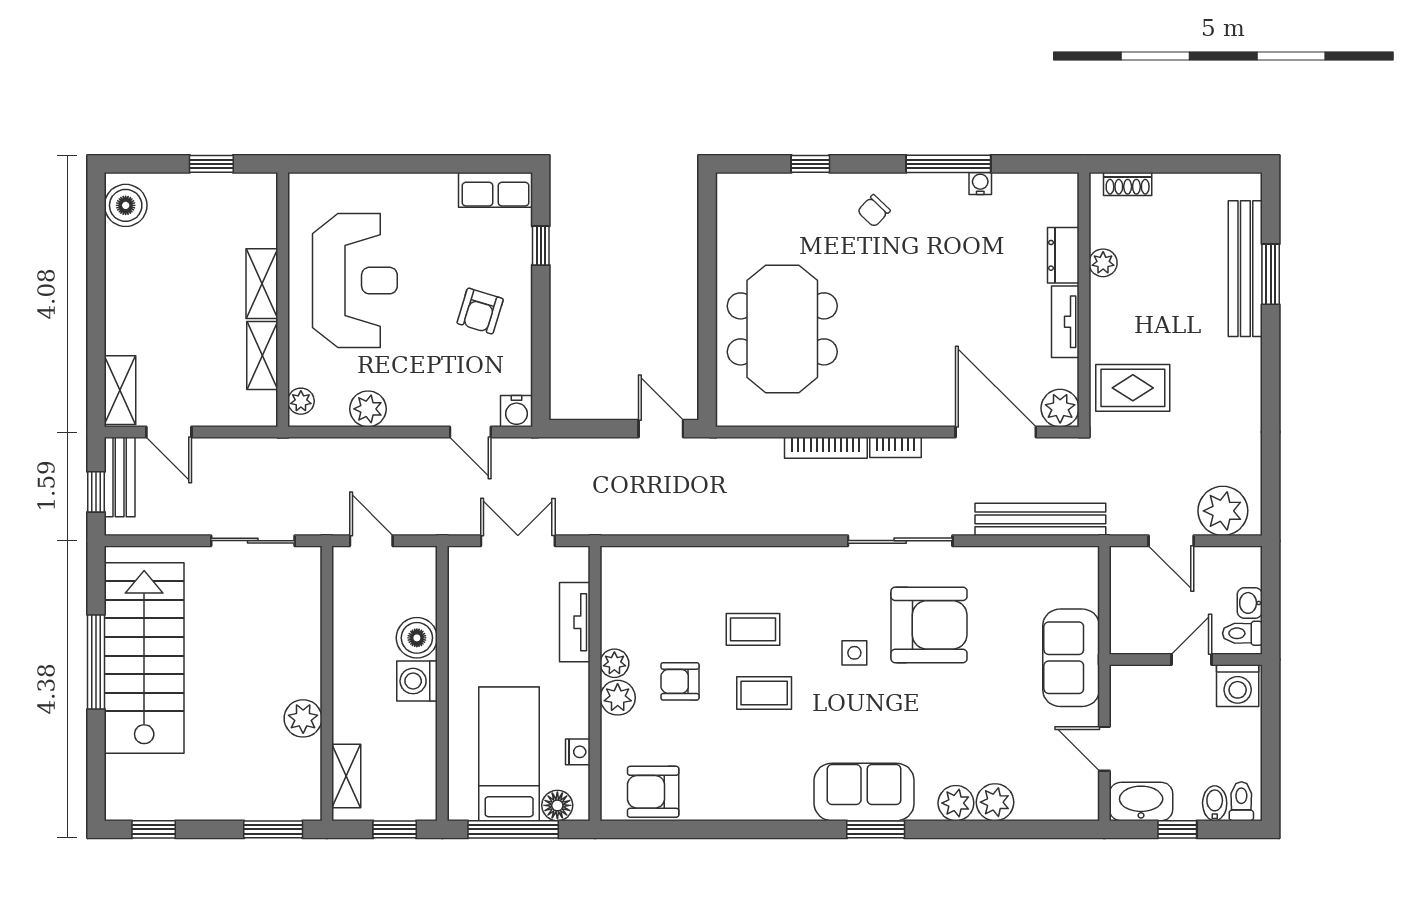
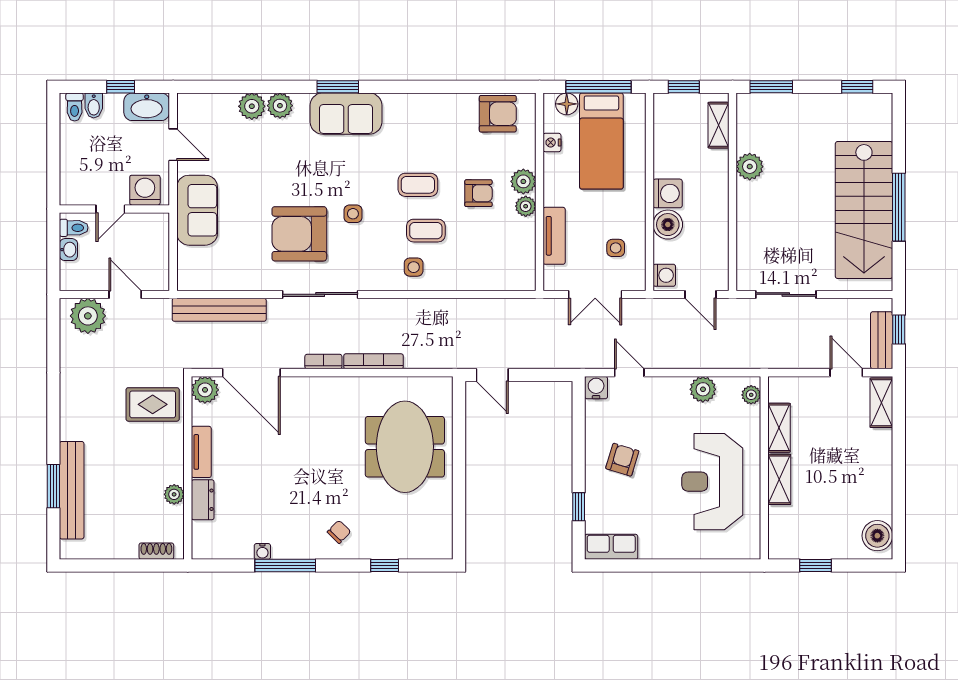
washing machine: (422, 567) -> (664, 275), added
side table: (770, 579) -> (414, 267), added
side table: (489, 605) -> (616, 248), added
washing machine: (1238, 686) -> (145, 190), moved

